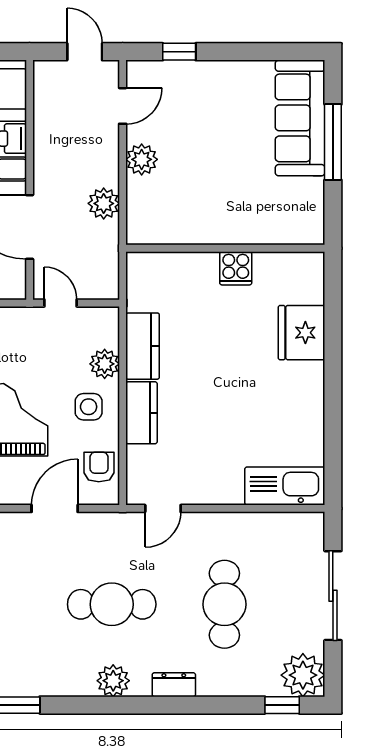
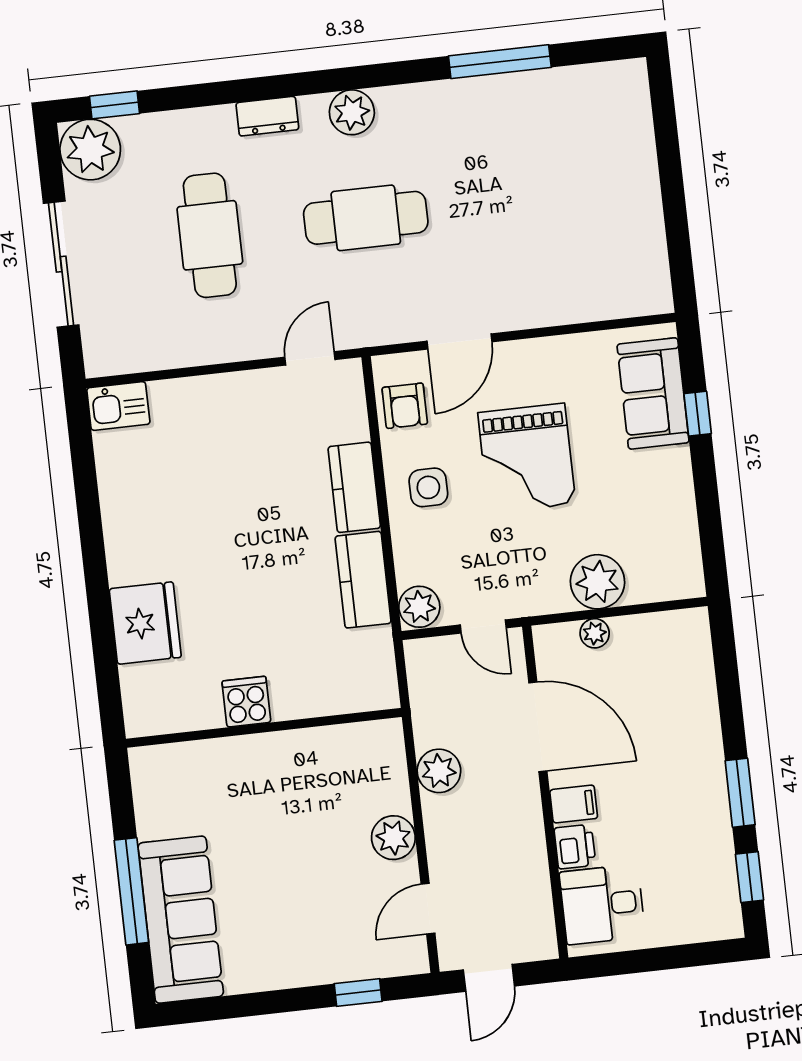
door: (85, 52) -> (489, 978), hinge flipped
plant: (105, 364) -> (419, 607), moved
kitchen sink: (285, 486) -> (118, 406), width x0.53, depth x0.81

